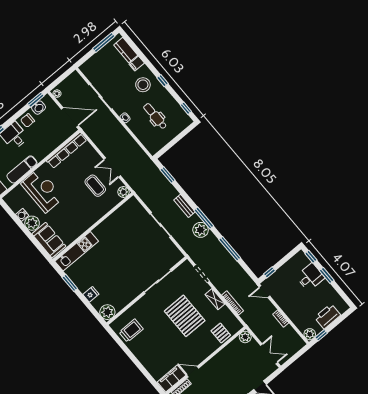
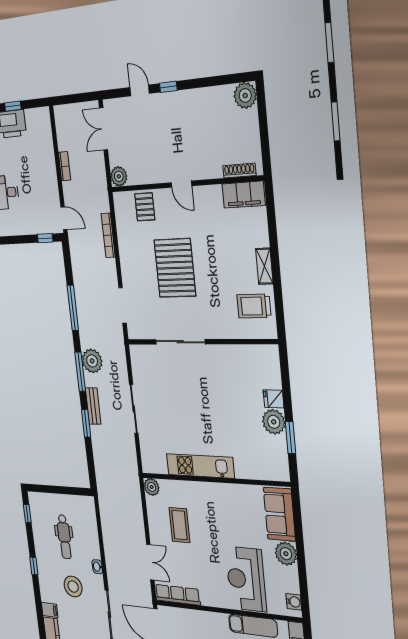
stool: (143, 85) -> (73, 586), moved
row of seats: (67, 150) -> (177, 595), width x0.73
double door: (112, 168) -> (150, 562), moved
window: (168, 175) -> (86, 423), moved
water cooler: (22, 215) -> (294, 602), moved
kitchen unit: (77, 251) -> (200, 466), moved
shelving: (215, 299) -> (264, 266), moved
plant: (107, 312) -> (274, 422), moved
plant: (310, 334) -> (43, 116), removed
window: (321, 335) -> (13, 106), moved
door: (193, 372) -> (181, 184), moved

